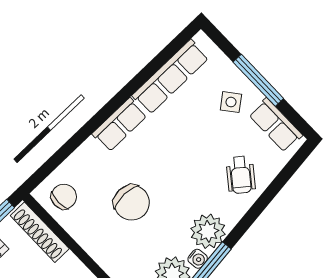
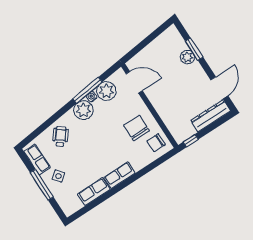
row of seats: (170, 77) -> (94, 192), width x0.68
chair: (132, 203) -> (136, 128), moved
shoe rack: (40, 232) -> (172, 126), removed

